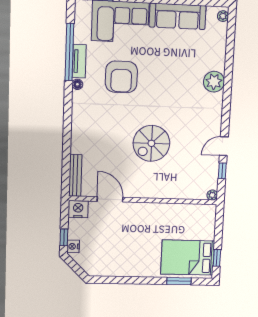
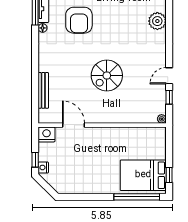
bench: (75, 176) -> (43, 90), moved
window: (179, 281) -> (137, 197), width x2.11

